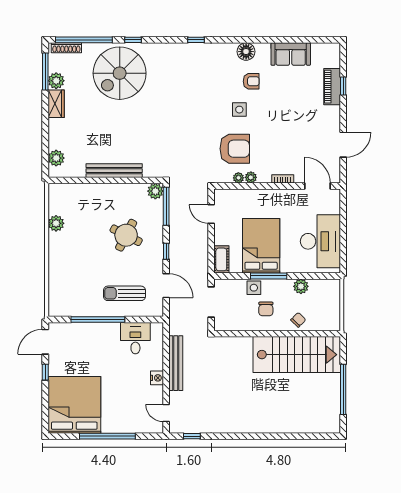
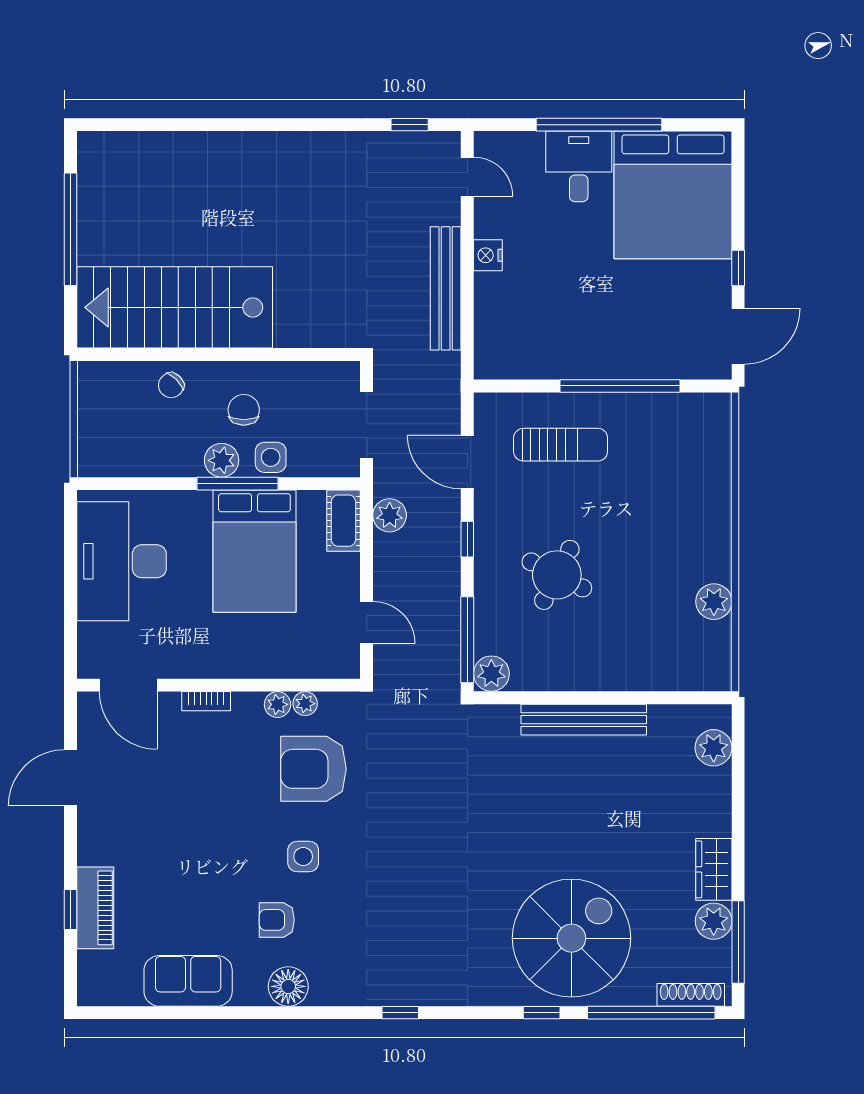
plant: (201, 262) -> (390, 515), added
plant: (301, 286) -> (222, 460), moved
desk: (135, 338) -> (579, 166), moved, turned 180

